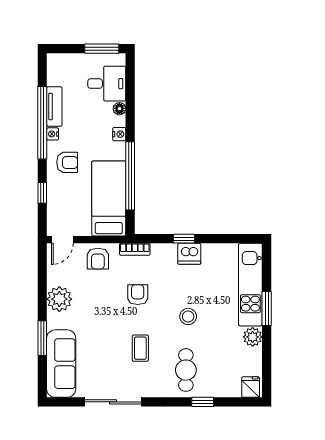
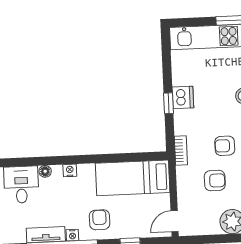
window: (130, 176) -> (110, 158), removed
door: (62, 240) -> (175, 221), swing flipped
armchair: (98, 259) -> (215, 181), moved

